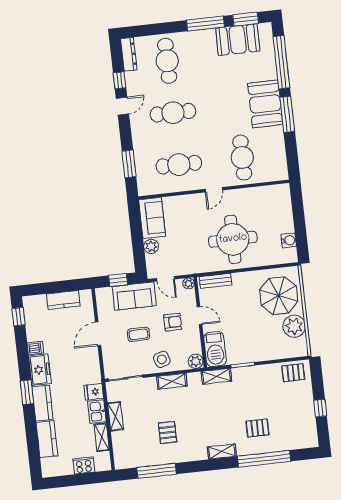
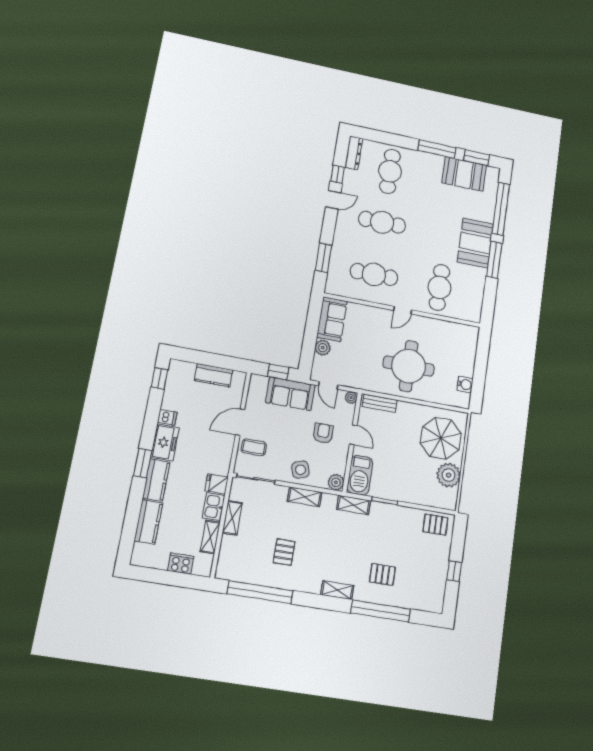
armchair: (173, 322) -> (323, 433), turned -90
coffee table: (138, 334) -> (254, 447), moved
window: (157, 471) -> (260, 592), width x1.46

